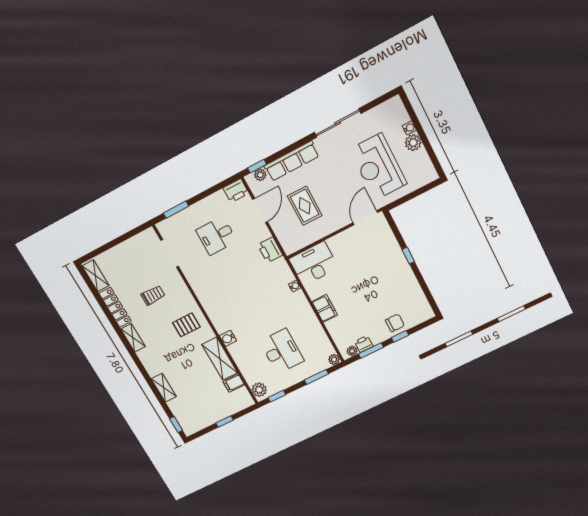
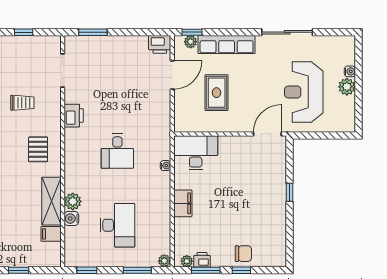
desk: (216, 236) -> (117, 151), moved, turned -90
window: (121, 239) -> (24, 32), added
printer: (270, 250) -> (74, 116), moved, turned 180
pallet: (186, 325) -> (38, 149), turned 90
water cooler: (228, 338) -> (71, 218), moved
plant: (259, 390) -> (73, 201), moved

